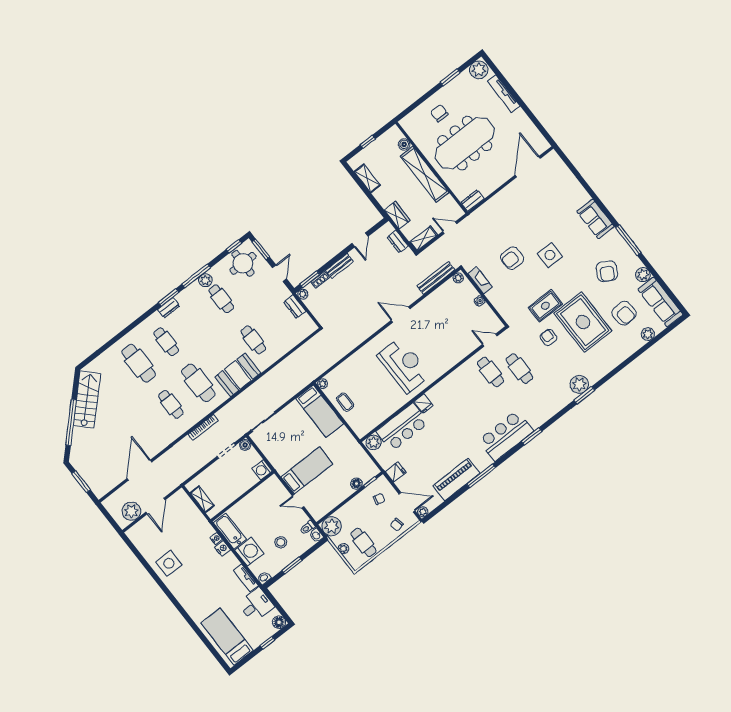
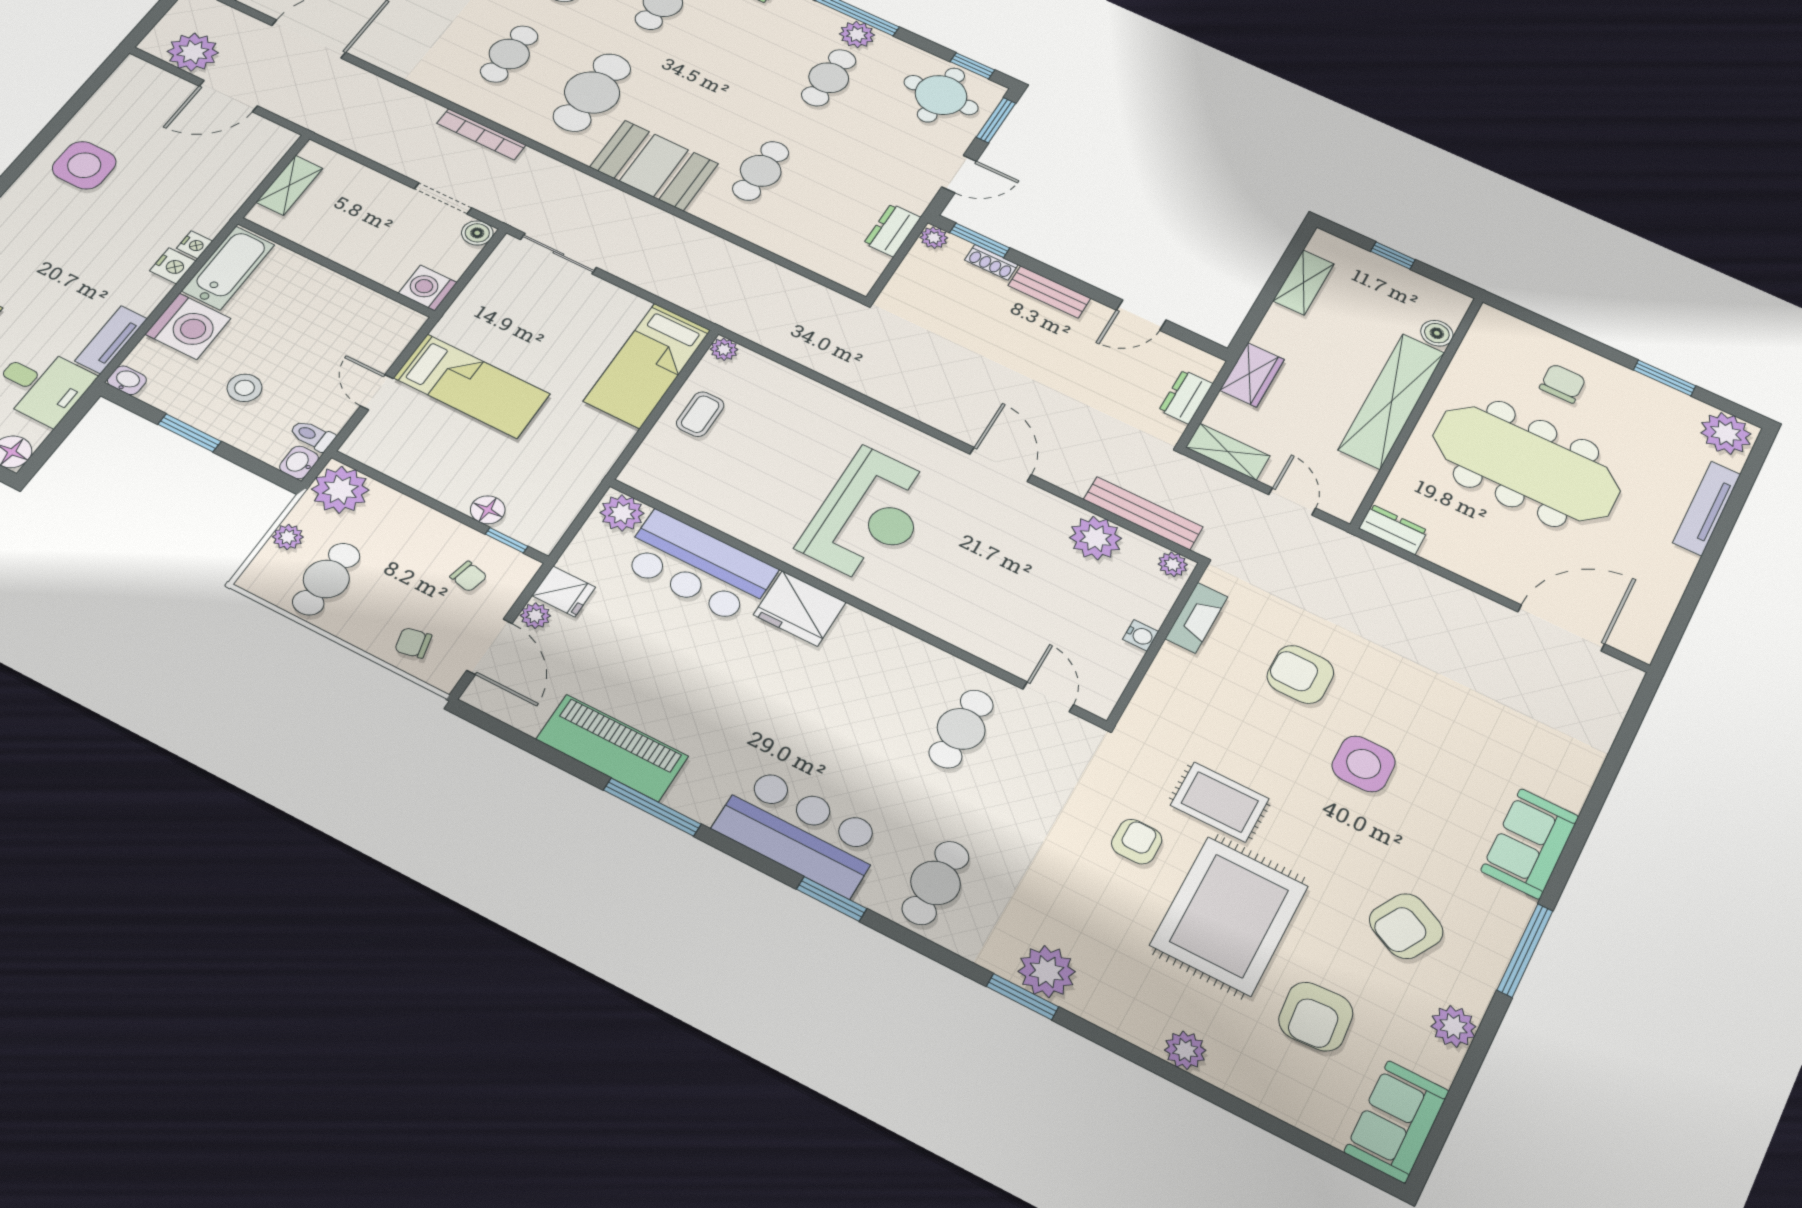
plant: (439, 298) -> (1096, 538), added
sofa: (660, 302) -> (1397, 1121), width x0.73
plant: (648, 334) -> (1185, 1050), moved
cafe table: (519, 369) -> (936, 883), moved
fridge: (423, 404) -> (800, 608), width x1.88, depth x1.34
plant: (423, 512) -> (535, 616), moved

